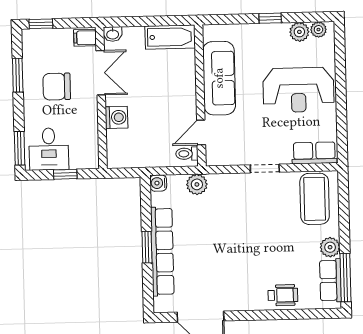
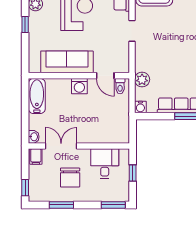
washing machine: (117, 117) -> (79, 86), moved, turned 180
desk: (49, 149) -> (105, 164), moved, turned -90

